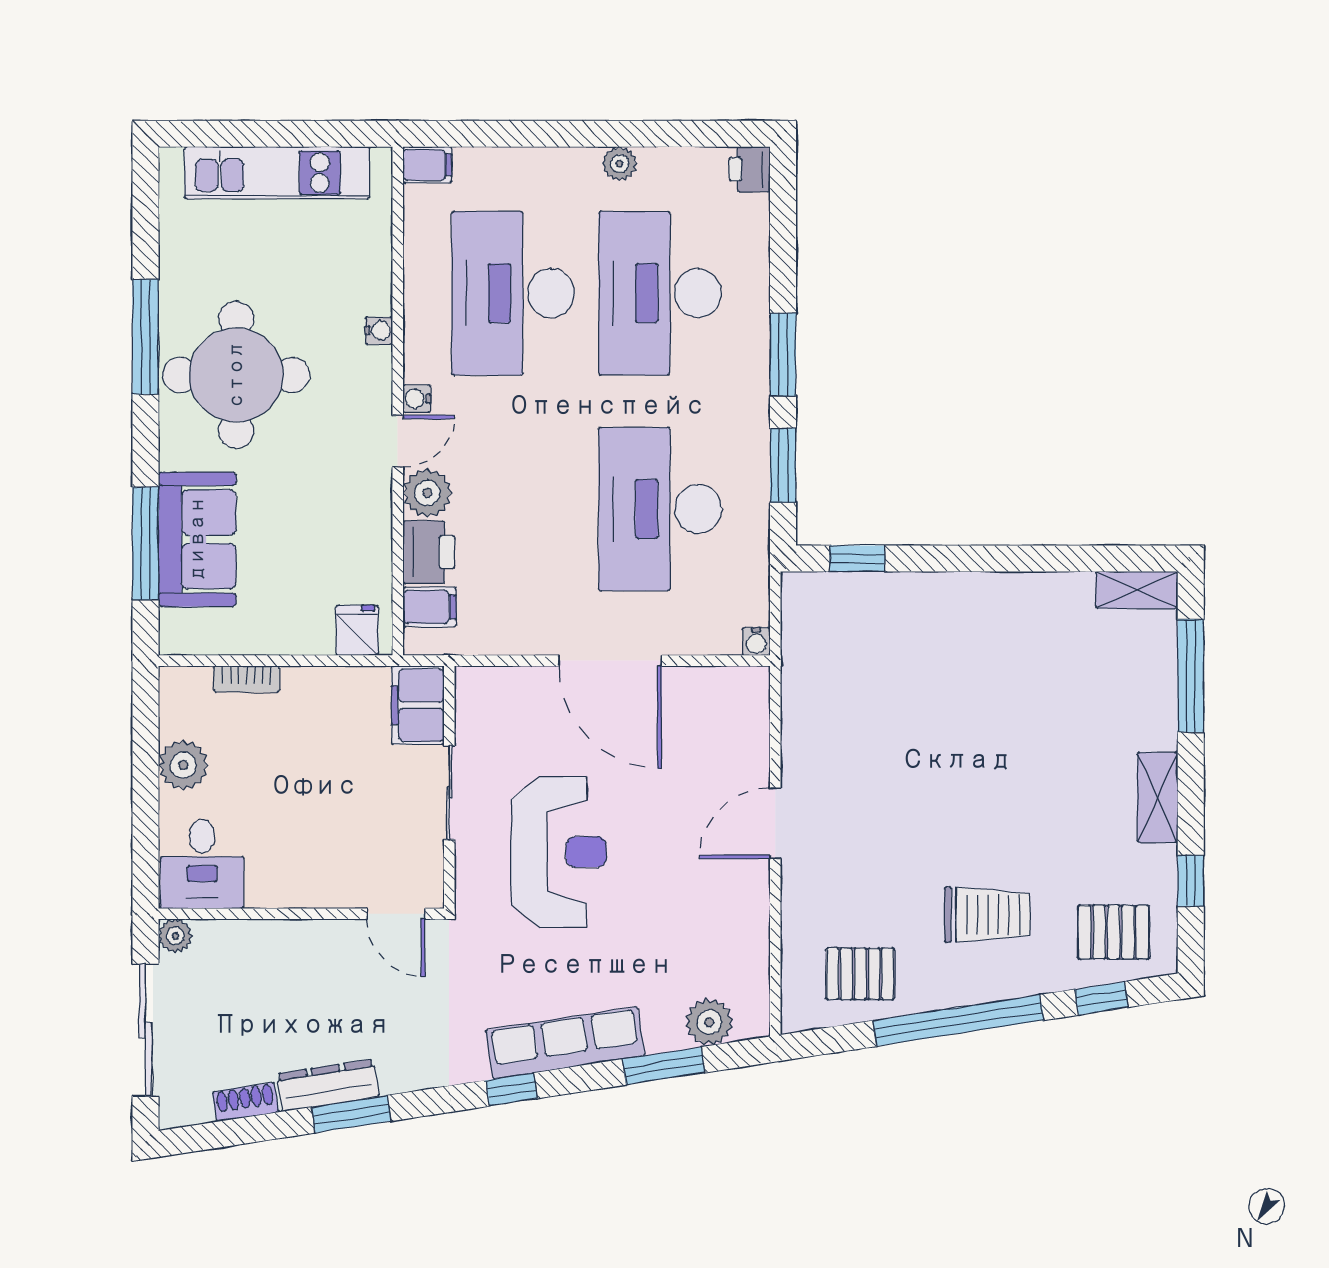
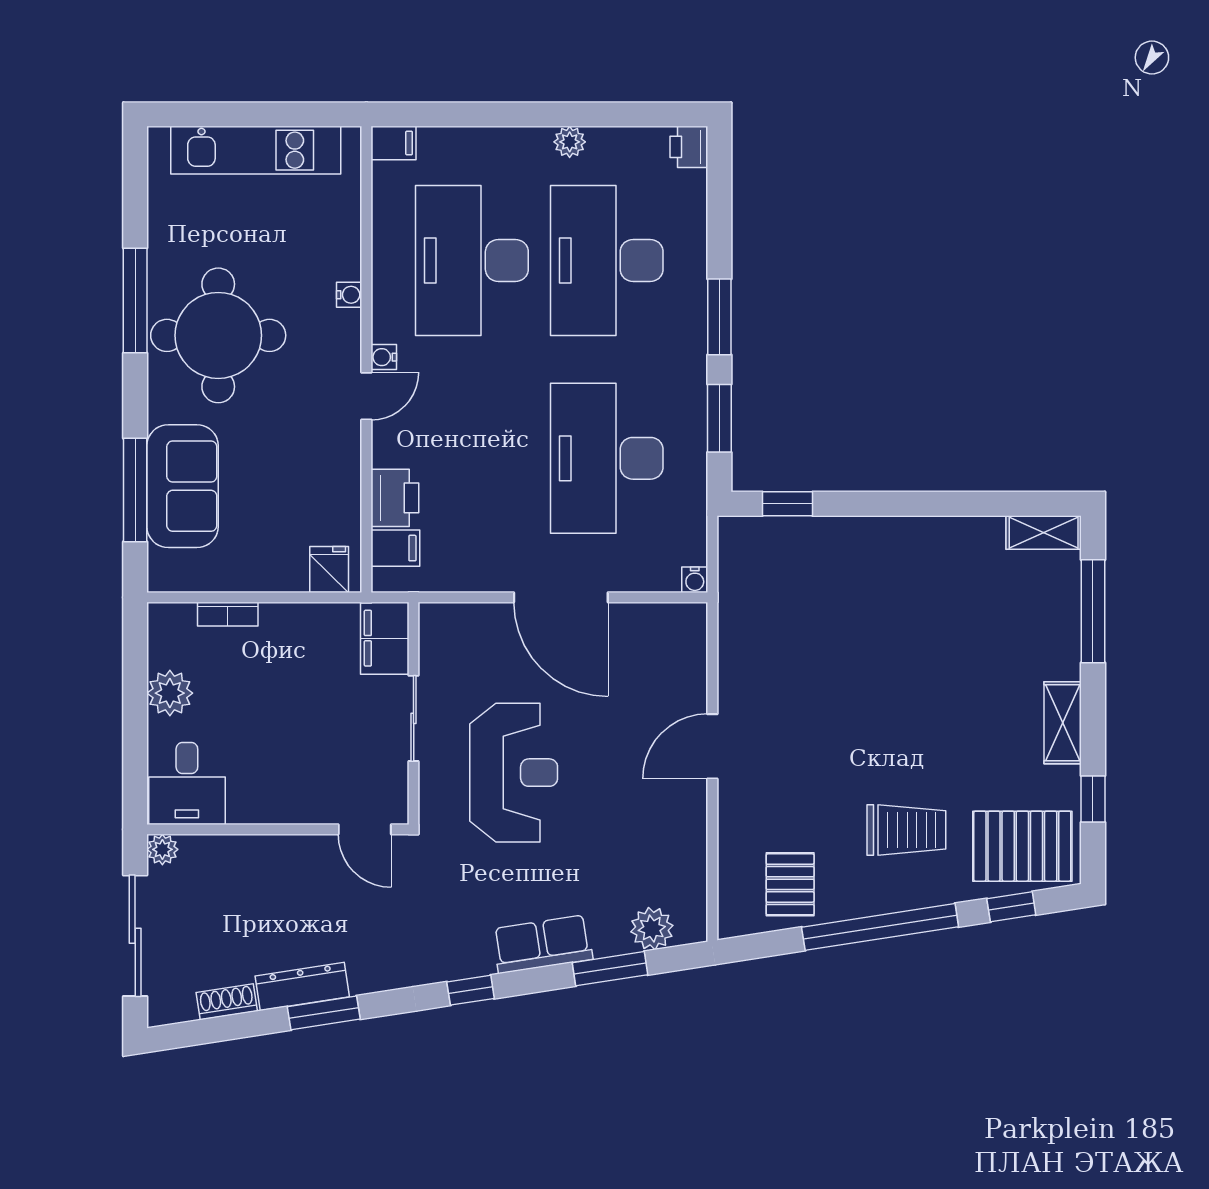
plant: (427, 493) -> (393, 444), removed
pallet: (1114, 932) -> (1022, 846), width x1.50, depth x1.42
pallet: (860, 974) -> (790, 884), turned 90
row of seats: (565, 1043) -> (542, 944), width x0.68

